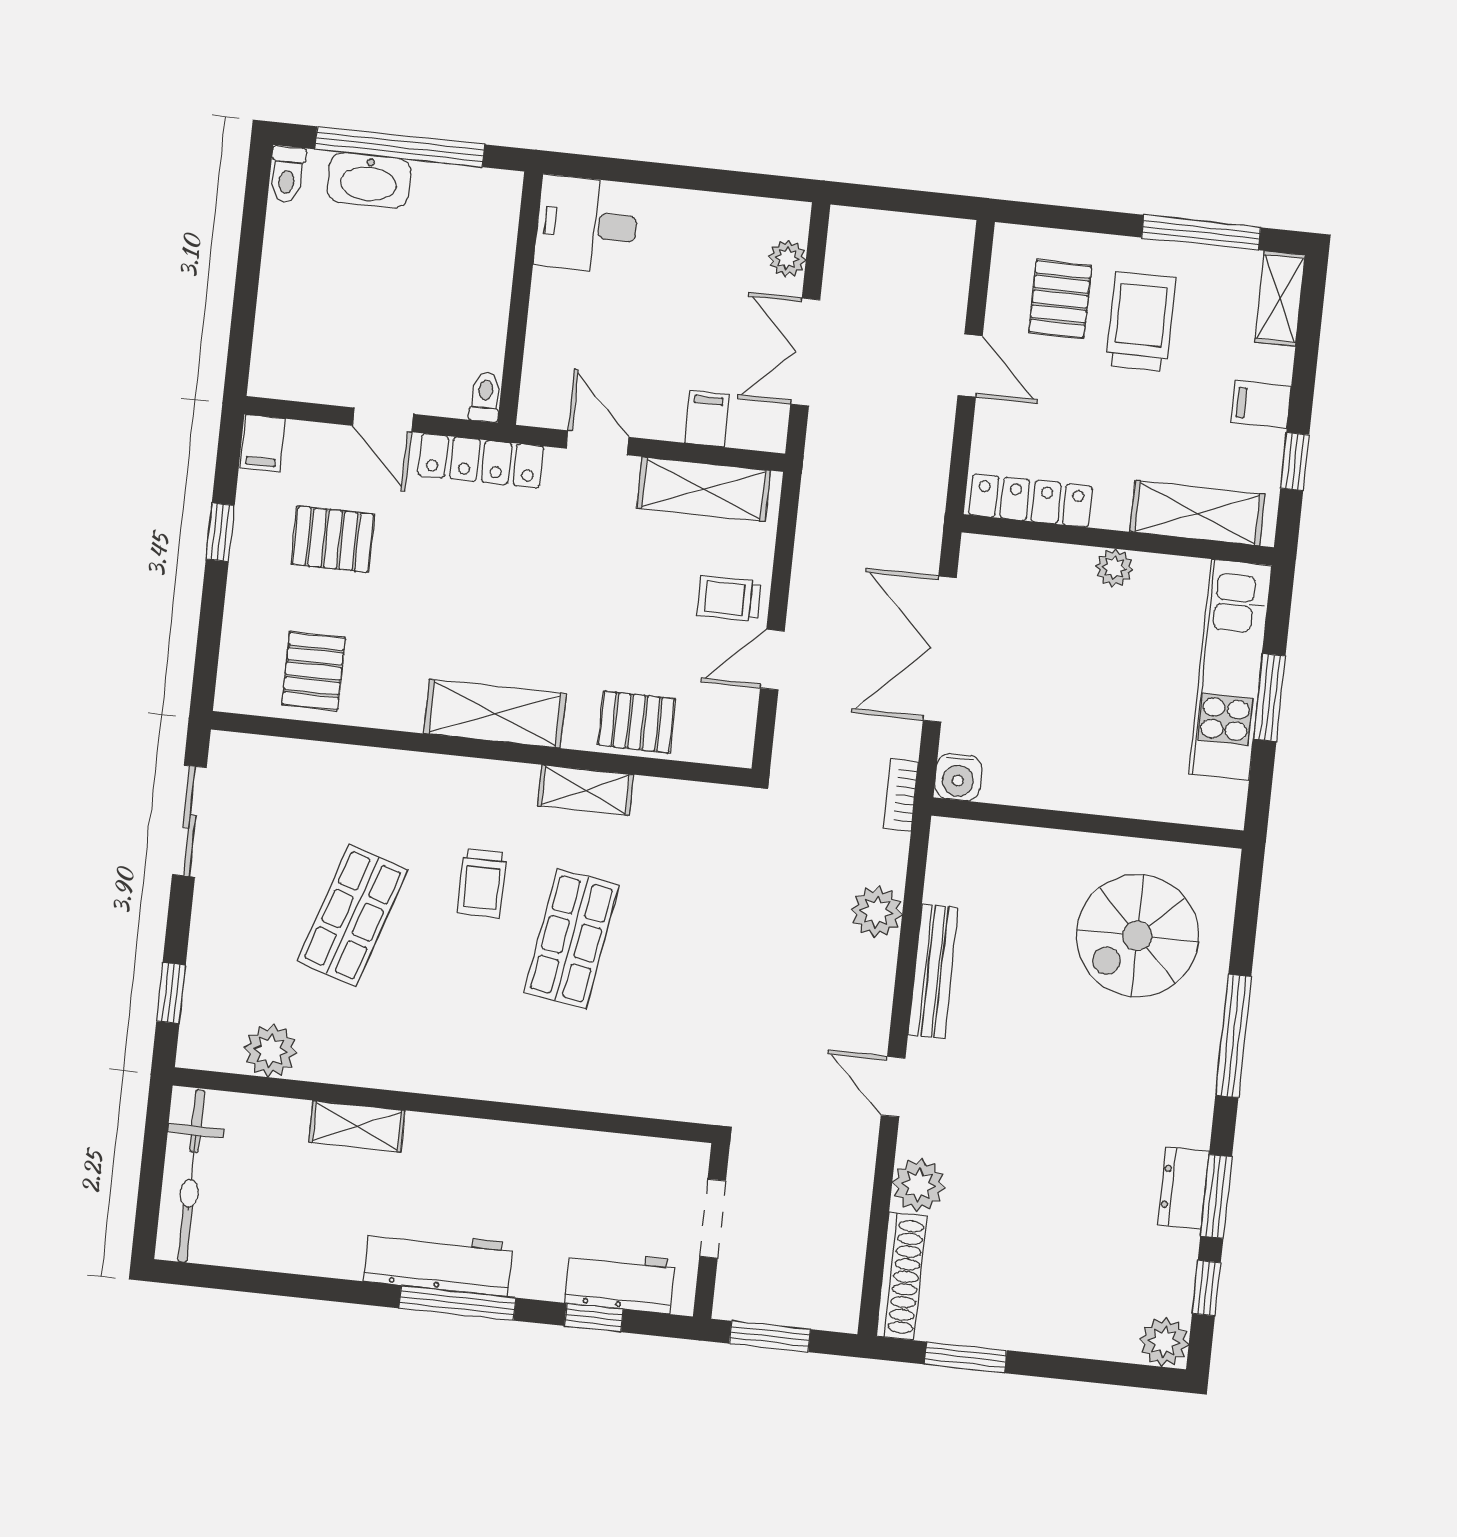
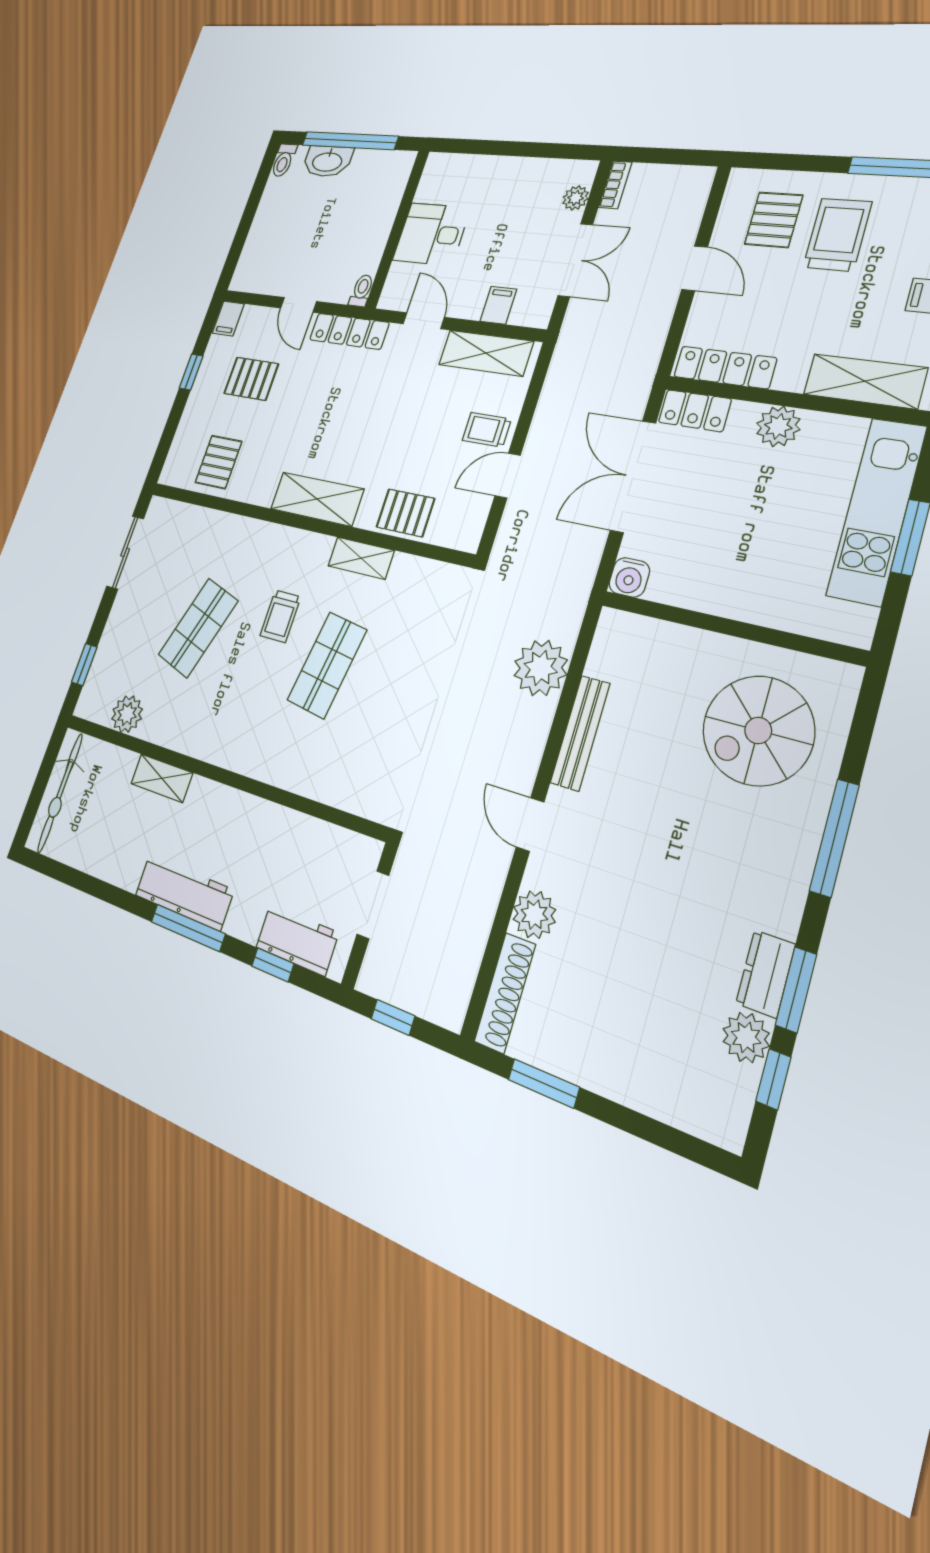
desk: (587, 224) -> (431, 234), moved
double door: (805, 352) -> (575, 260), swing flipped
locker: (1002, 559) -> (695, 411), added
plant: (1114, 568) -> (778, 426), width x1.38, depth x1.38
bookcase: (901, 795) -> (615, 185), moved, turned 180
plant: (877, 912) -> (541, 668), width x1.36, depth x1.36
window: (770, 1336) -> (393, 1017), width x0.67
plant: (1164, 1342) -> (746, 1037), moved

